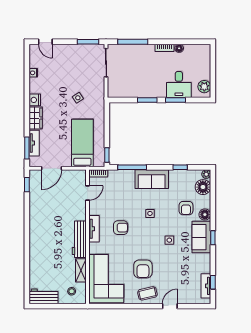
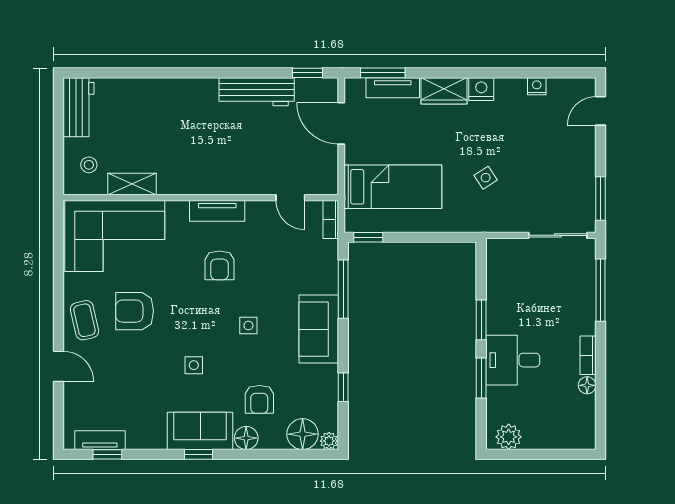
desk: (179, 85) -> (513, 360), moved
armchair: (186, 208) -> (259, 399), turned -90
workbench: (79, 239) -> (257, 92), moved, turned 180

